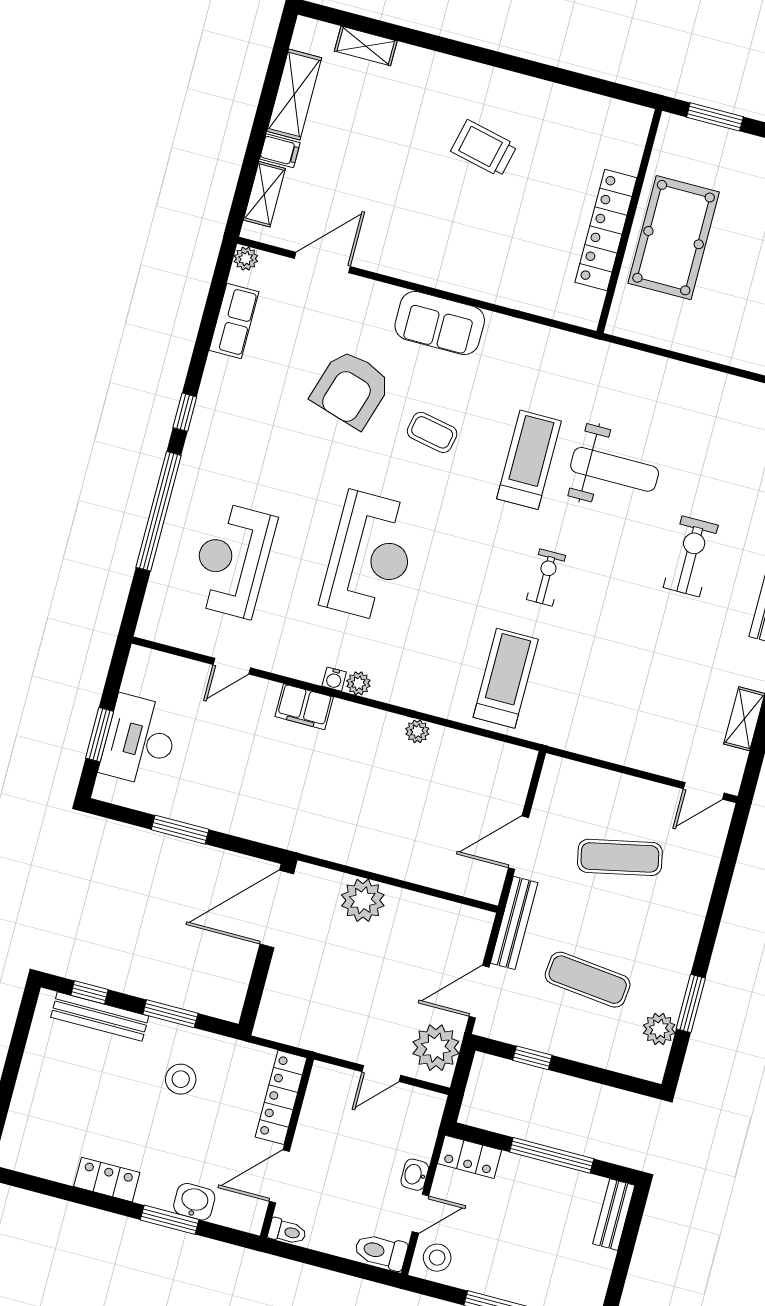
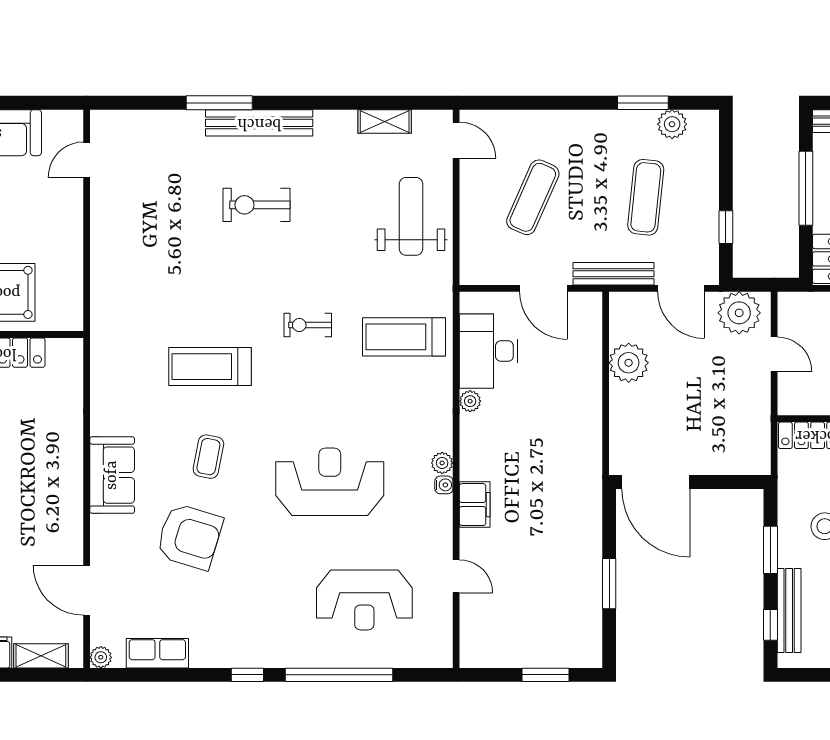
weight bench: (615, 469) -> (411, 216), moved
desk: (140, 741) -> (489, 351), moved, turned 90
exercise mat: (620, 857) -> (533, 197), turned 36
plant: (363, 900) -> (629, 363), moved

